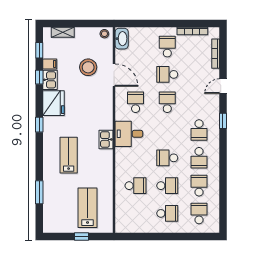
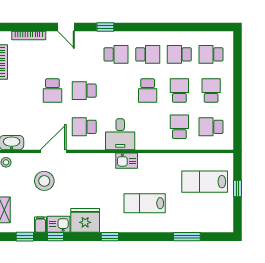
school desk: (167, 47) -> (211, 127), moved

